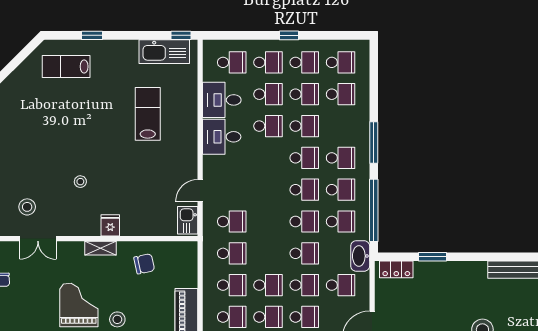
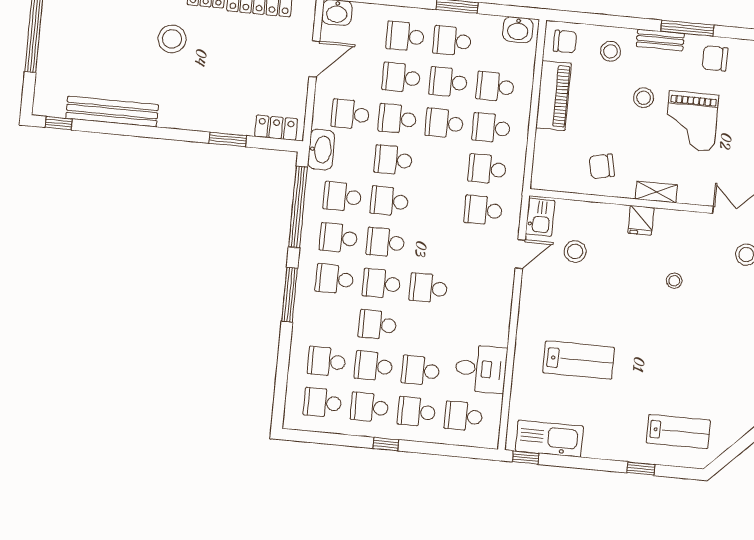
lab bench: (148, 114) -> (579, 360), turned -90
school desk: (268, 126) -> (428, 288), moved
desk: (222, 137) -> (486, 321), removed
stool: (158, 197) -> (575, 251), added

